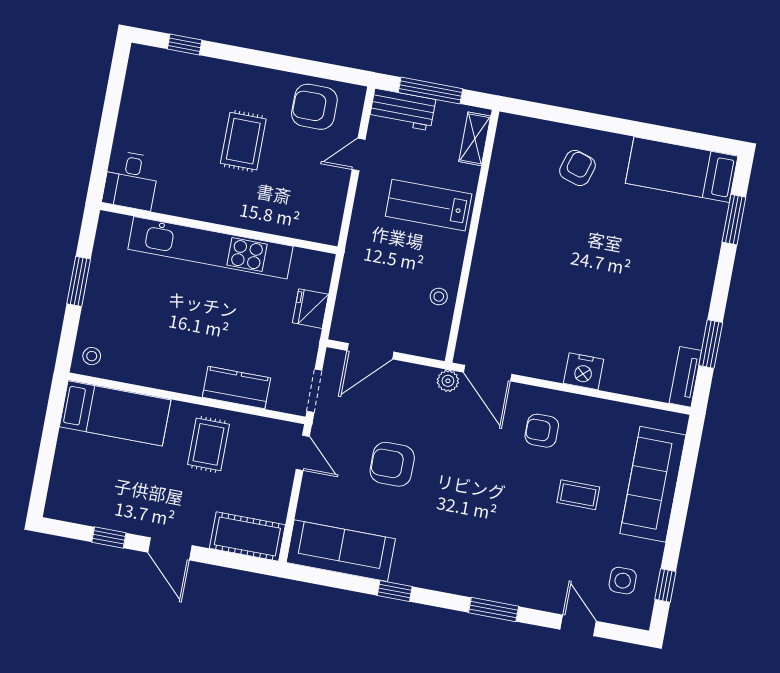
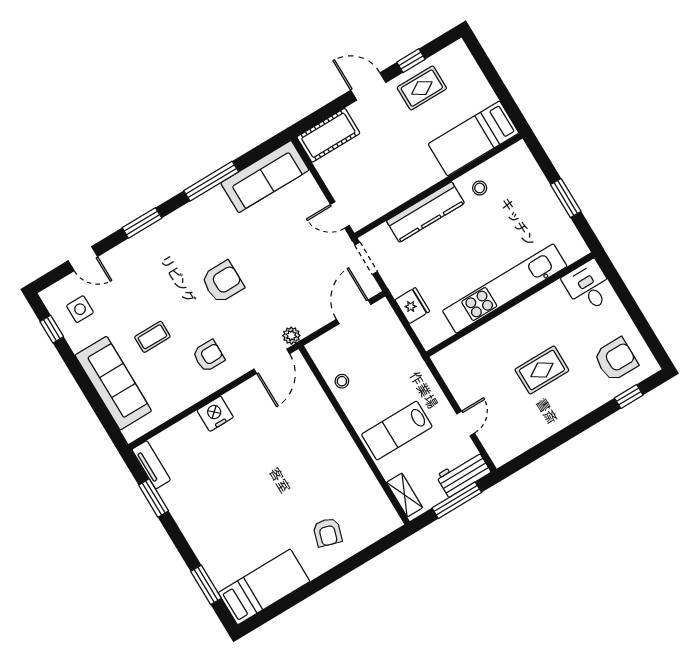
armchair: (314, 107) -> (616, 359), moved
rug: (243, 141) -> (542, 370), turned 90
lab bench: (429, 205) -> (397, 431), turned 180
stool: (92, 356) -> (480, 188), moved
door: (488, 373) -> (272, 361), swing flipped
kitchen counter: (236, 388) -> (425, 212), width x1.50
rug: (208, 444) -> (422, 88), moved, turned 90
armchair: (392, 464) -> (223, 282), moved
window: (395, 591) -> (211, 181), width x2.17

